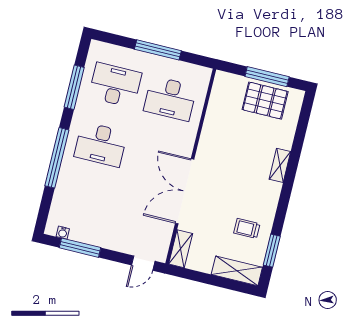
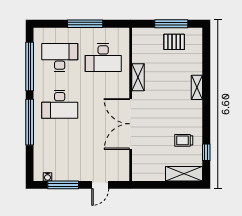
window: (74, 87) -> (30, 67), width x1.46
pallet: (265, 101) -> (174, 42), width x0.67, depth x0.71
shelving: (181, 249) -> (138, 77), moved
window: (272, 251) -> (206, 152), width x0.67
door: (143, 263) -> (100, 185), moved

